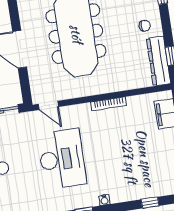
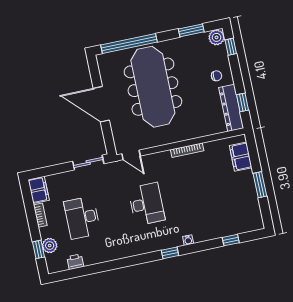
desk: (62, 159) -> (146, 204), width x0.73, depth x0.77

